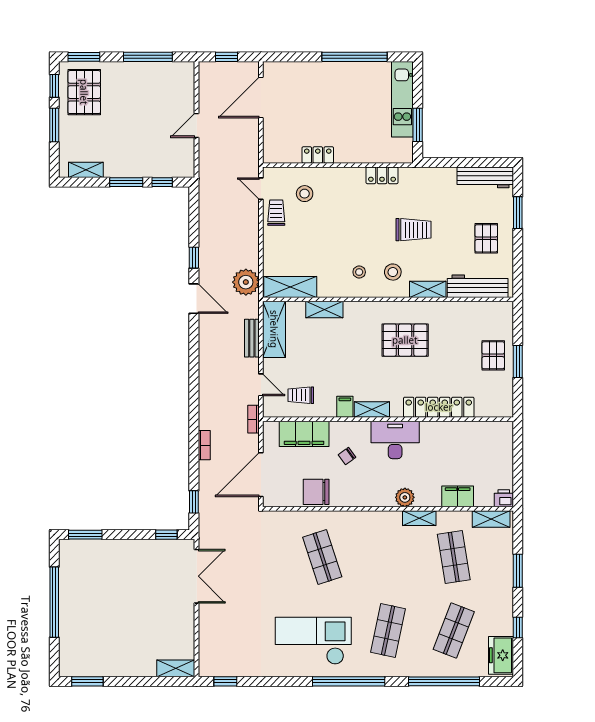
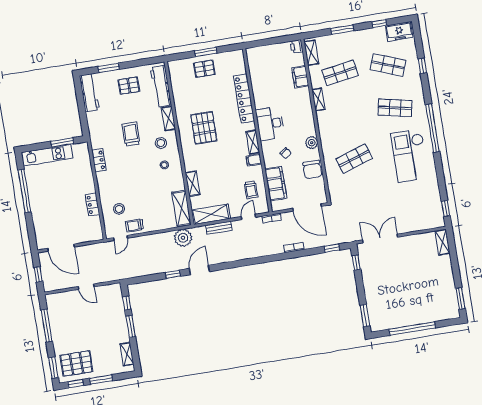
plant: (405, 497) -> (312, 143), moved
window: (444, 681) -> (422, 66), width x0.32

